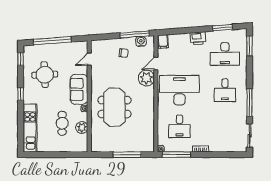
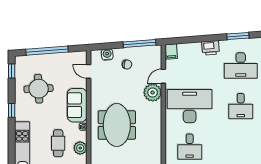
water cooler: (141, 42) -> (107, 55), moved
door: (89, 59) -> (89, 71), hinge flipped

